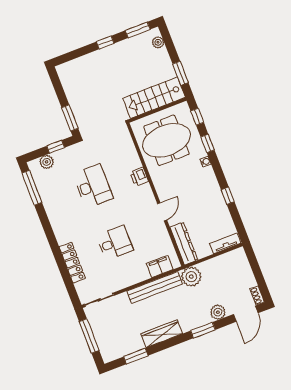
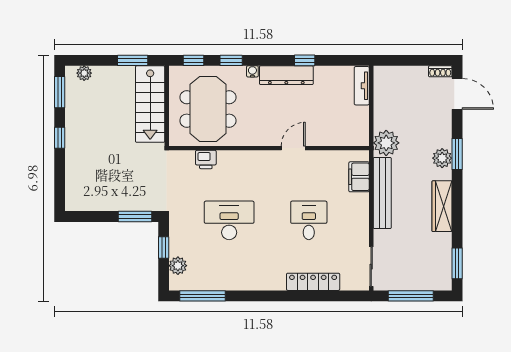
printer: (139, 177) -> (206, 159), moved
door: (162, 212) -> (293, 148), hinge flipped
dresser: (184, 244) -> (286, 75), moved, turned 180
plant: (218, 312) -> (442, 158), moved
window: (136, 356) -> (457, 263), moved

